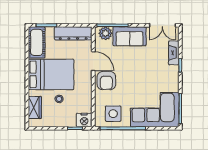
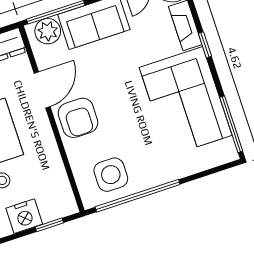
door: (93, 61) -> (42, 90), hinge flipped
corner sofa: (155, 110) -> (186, 101), moved, turned -90
nightstand: (84, 120) -> (24, 216), moved

